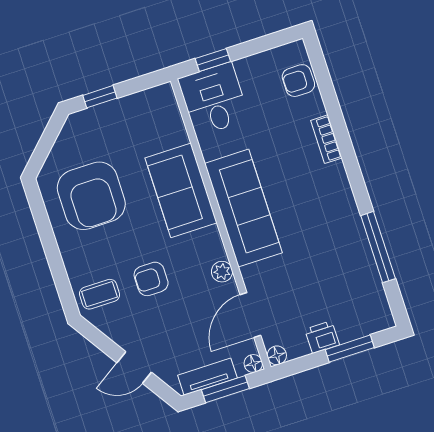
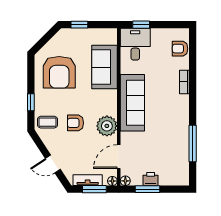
sofa: (181, 190) -> (104, 67), moved
window: (57, 268) -> (31, 102), added
plant: (222, 272) -> (107, 126), width x1.87, depth x1.87
window: (350, 349) -> (148, 189), moved

